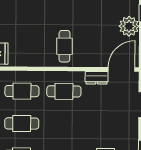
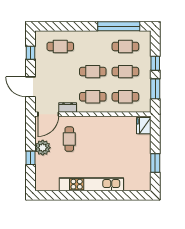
cafe table: (64, 46) -> (69, 139), moved
cafe table: (64, 124) -> (93, 72), added

